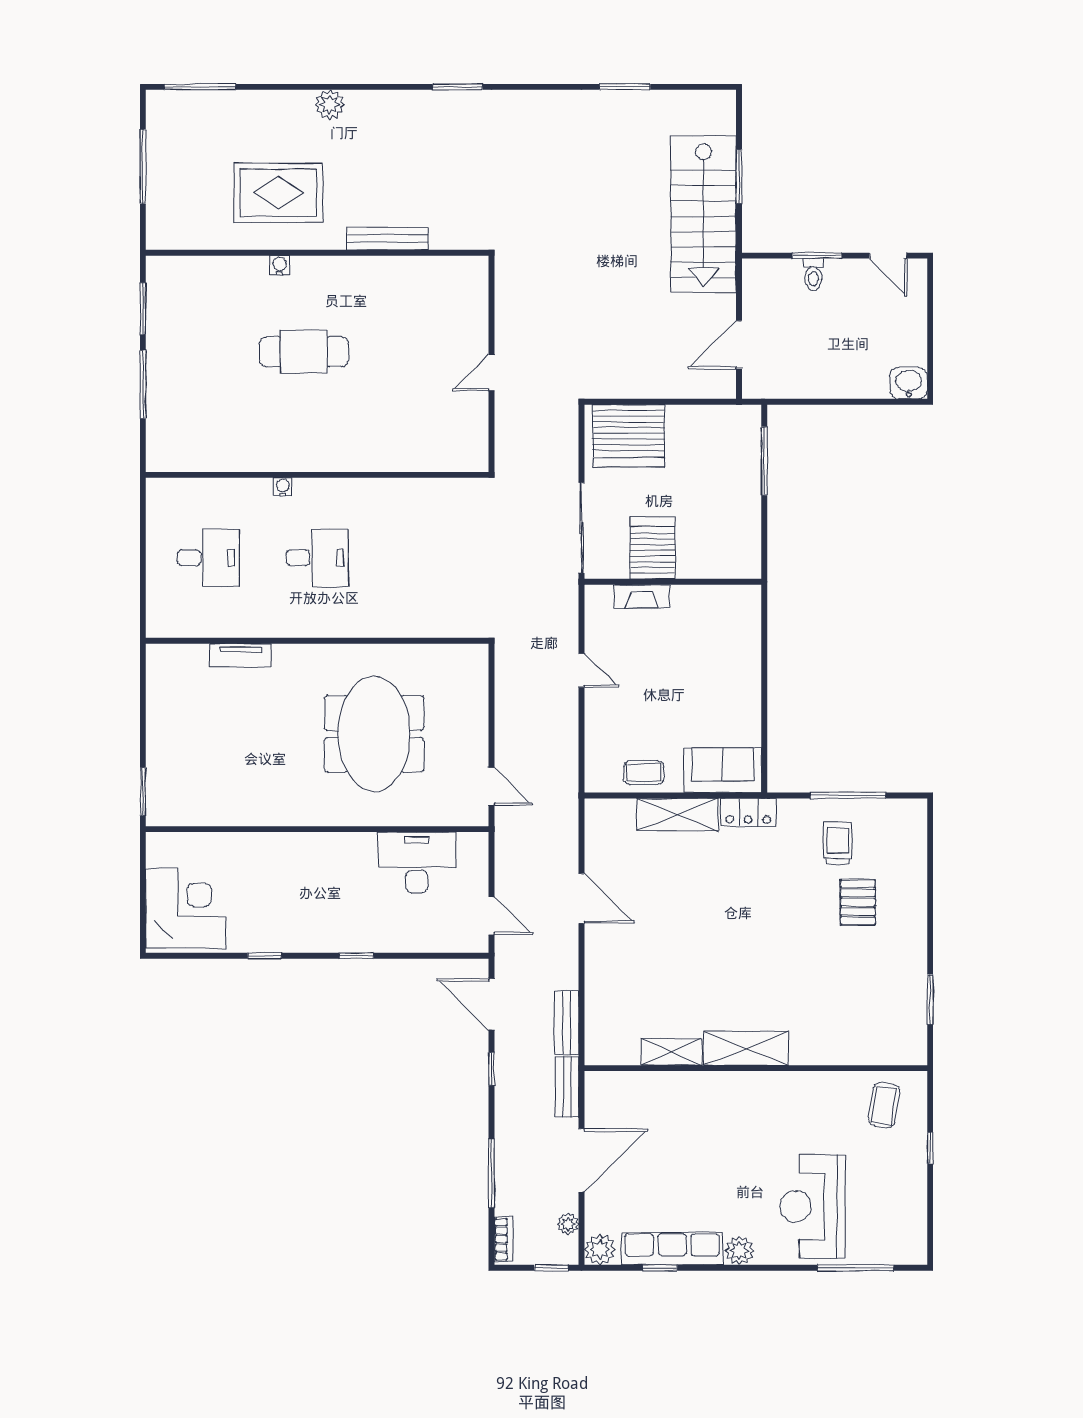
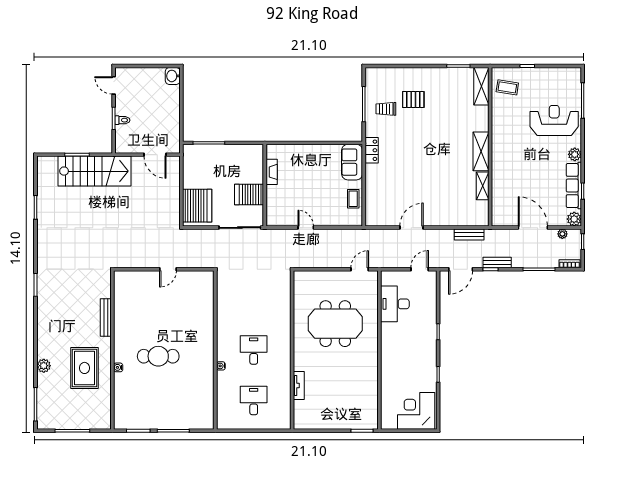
plant: (330, 105) -> (44, 366), moved
door: (888, 256) -> (114, 85), swing flipped
cafe table: (304, 352) -> (158, 356), turned 90
door: (492, 373) -> (168, 269), hinge flipped
fireplace: (642, 596) -> (272, 172), moved
door: (581, 670) -> (306, 228), hinge flipped
shelving: (677, 815) -> (481, 86), moved
bench: (567, 1087) -> (497, 263), moved
reception desk: (813, 1206) -> (554, 120), turned 180

